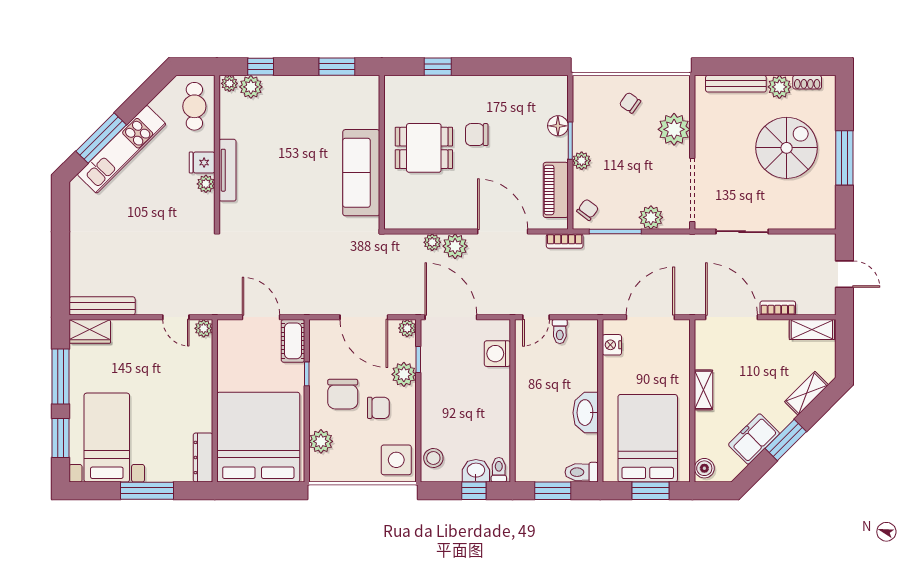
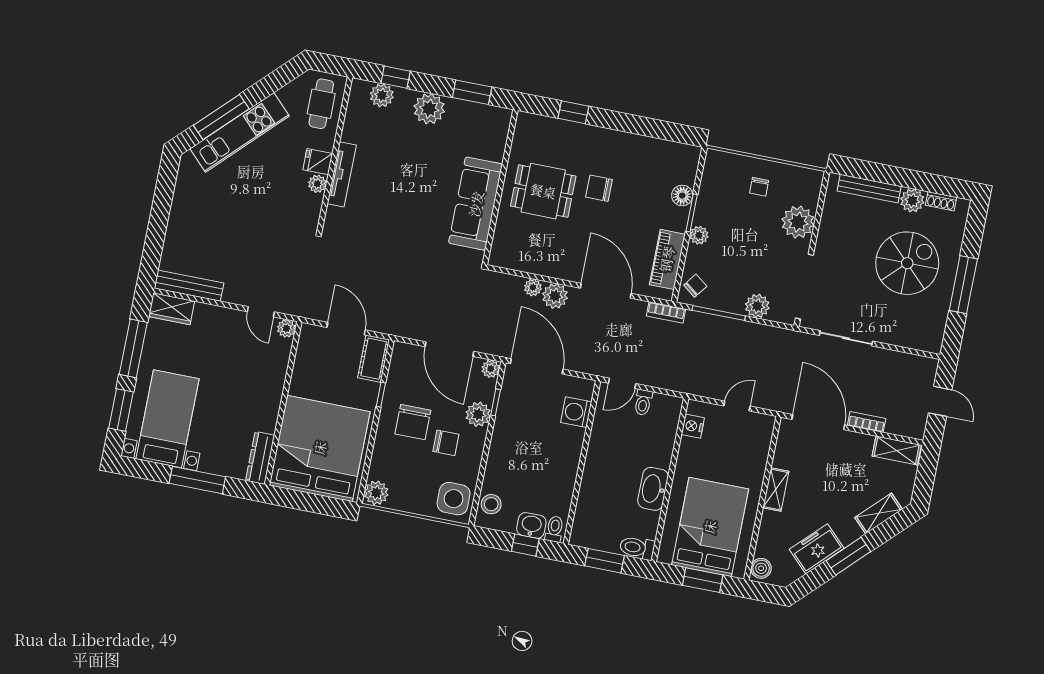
plant: (229, 83) -> (429, 109), moved, width x1.88, depth x1.88
chair: (630, 103) -> (759, 187), turned -125
door: (650, 317) -> (737, 406), width x0.53
plant: (321, 441) -> (376, 493), moved

